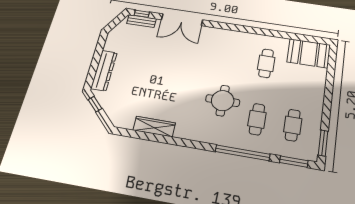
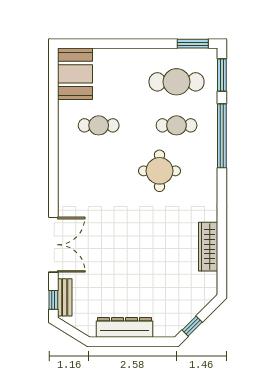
dresser: (104, 71) -> (124, 327), moved
cafe table: (293, 125) -> (177, 82), width x1.37, depth x1.35

